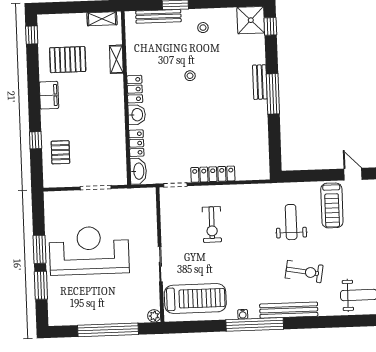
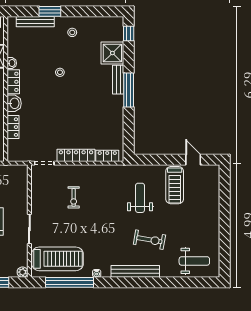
shower: (251, 20) -> (112, 53), moved
washbasin: (138, 171) -> (12, 63), moved, width x0.52, depth x0.69
locker: (250, 173) -> (107, 156), added
exercise bike: (212, 224) -> (74, 197), width x0.73, depth x0.72
window: (255, 324) -> (69, 282), moved

